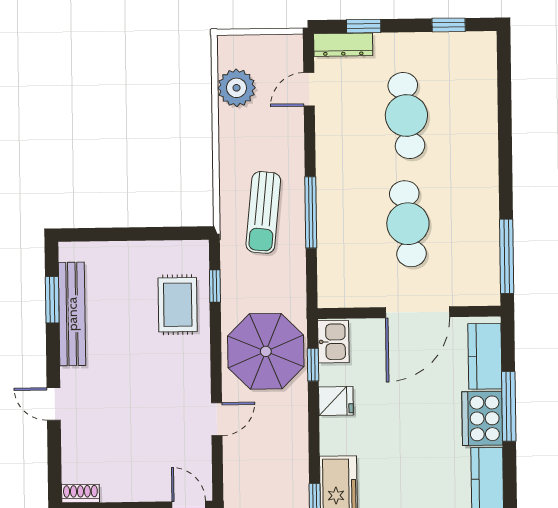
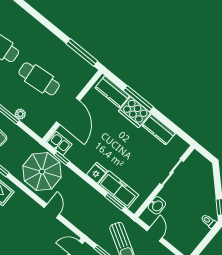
plant: (328, 241) -> (20, 114), added
door: (418, 312) -> (68, 111), moved
fridge: (336, 401) -> (97, 173), moved

